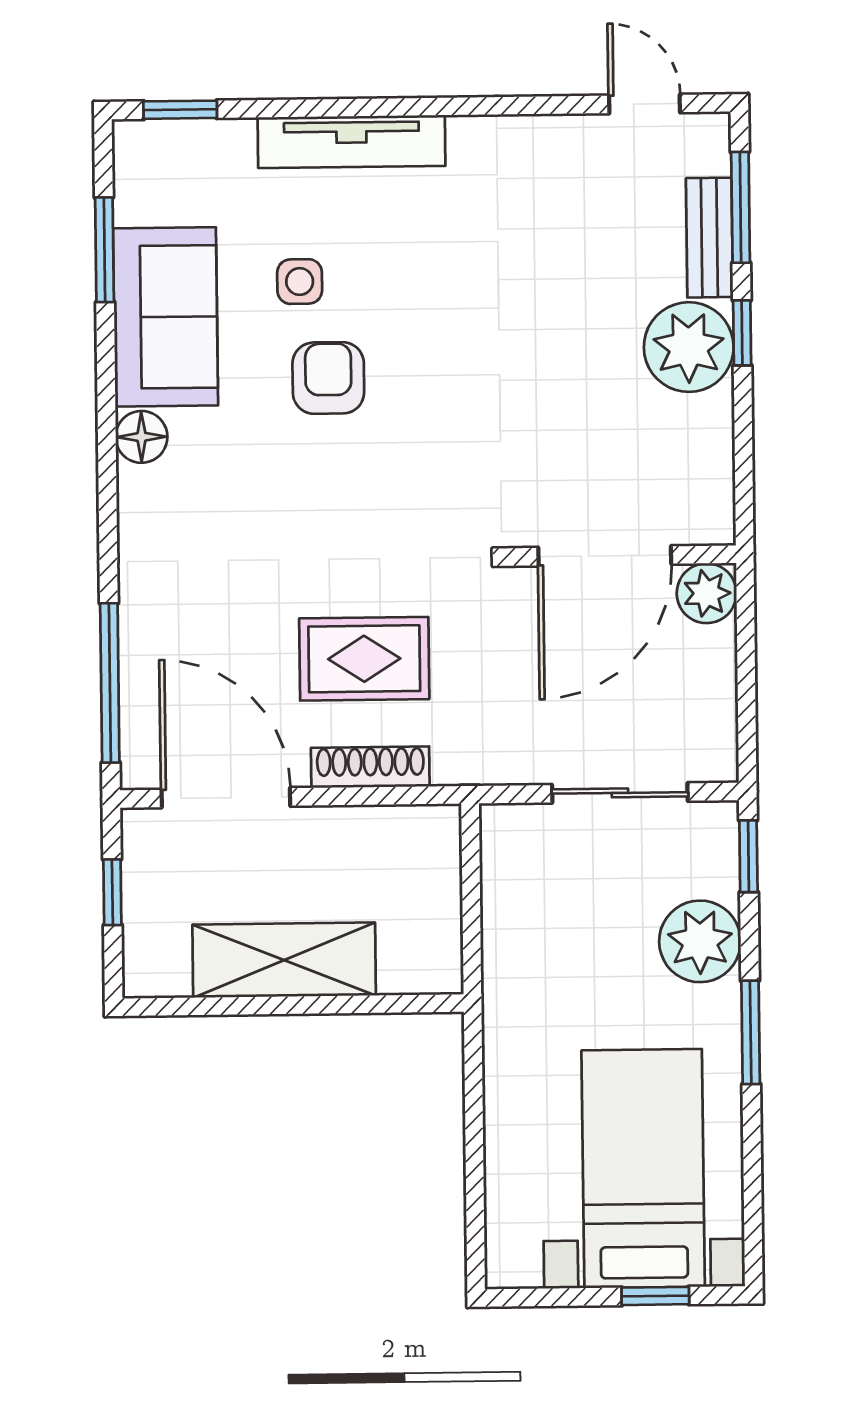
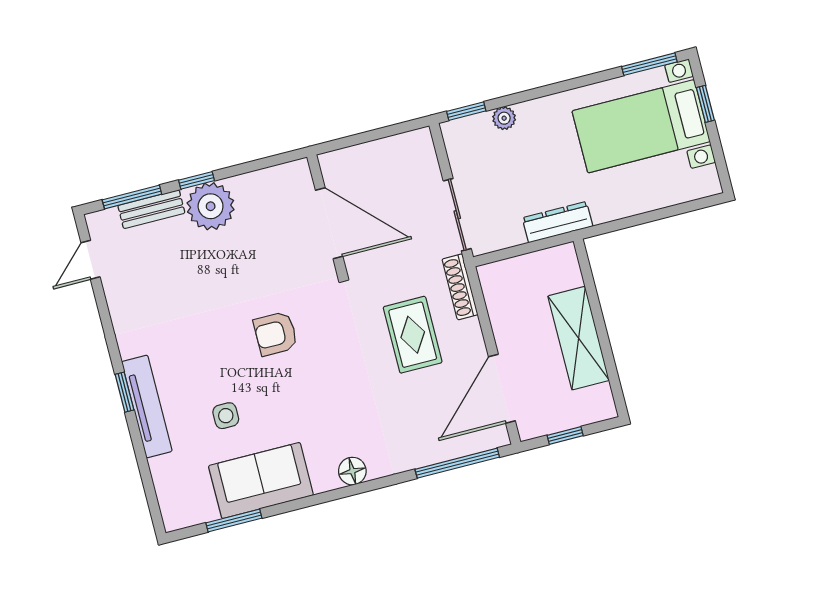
window: (180, 110) -> (125, 392), moved
armchair: (328, 378) -> (276, 334), moved
floor lamp: (141, 437) -> (352, 471), moved
plant: (707, 593) -> (336, 166), removed
shoe rack: (370, 767) -> (460, 287), moved
sliding door: (620, 793) -> (457, 215), moved
plant: (700, 941) -> (504, 118), width x0.53, depth x0.53
dresser: (505, 973) -> (558, 222), added
window: (751, 1032) -> (649, 64), moved

